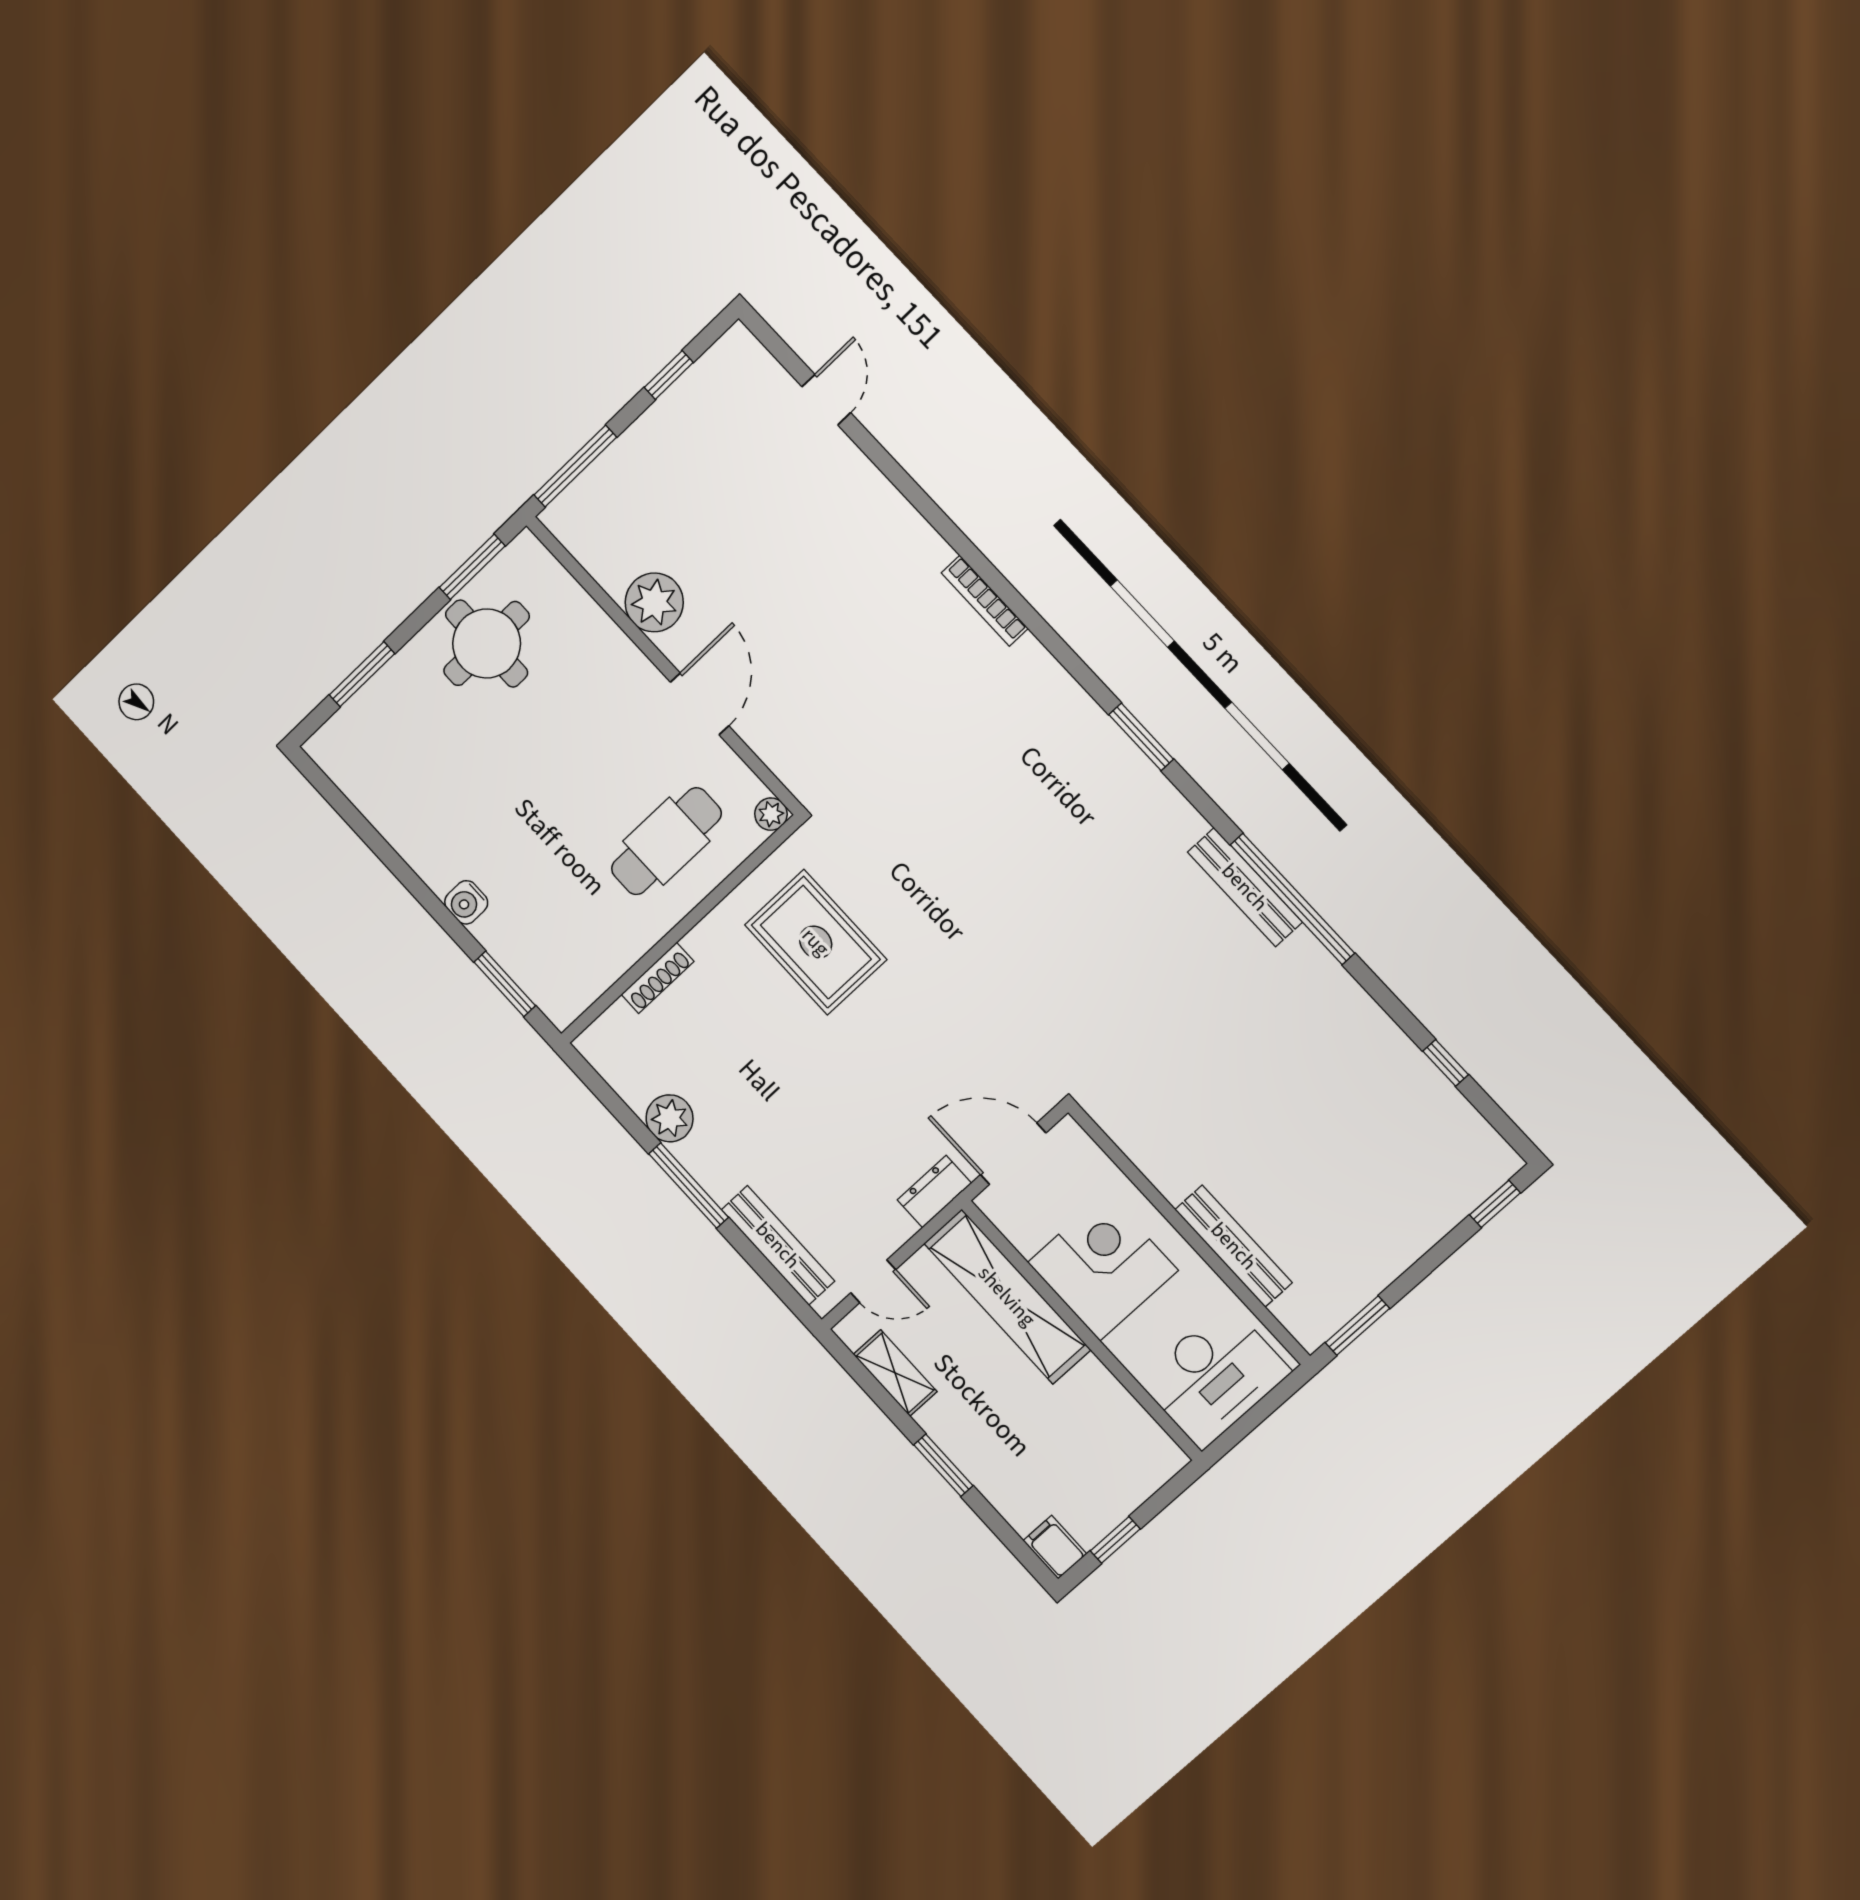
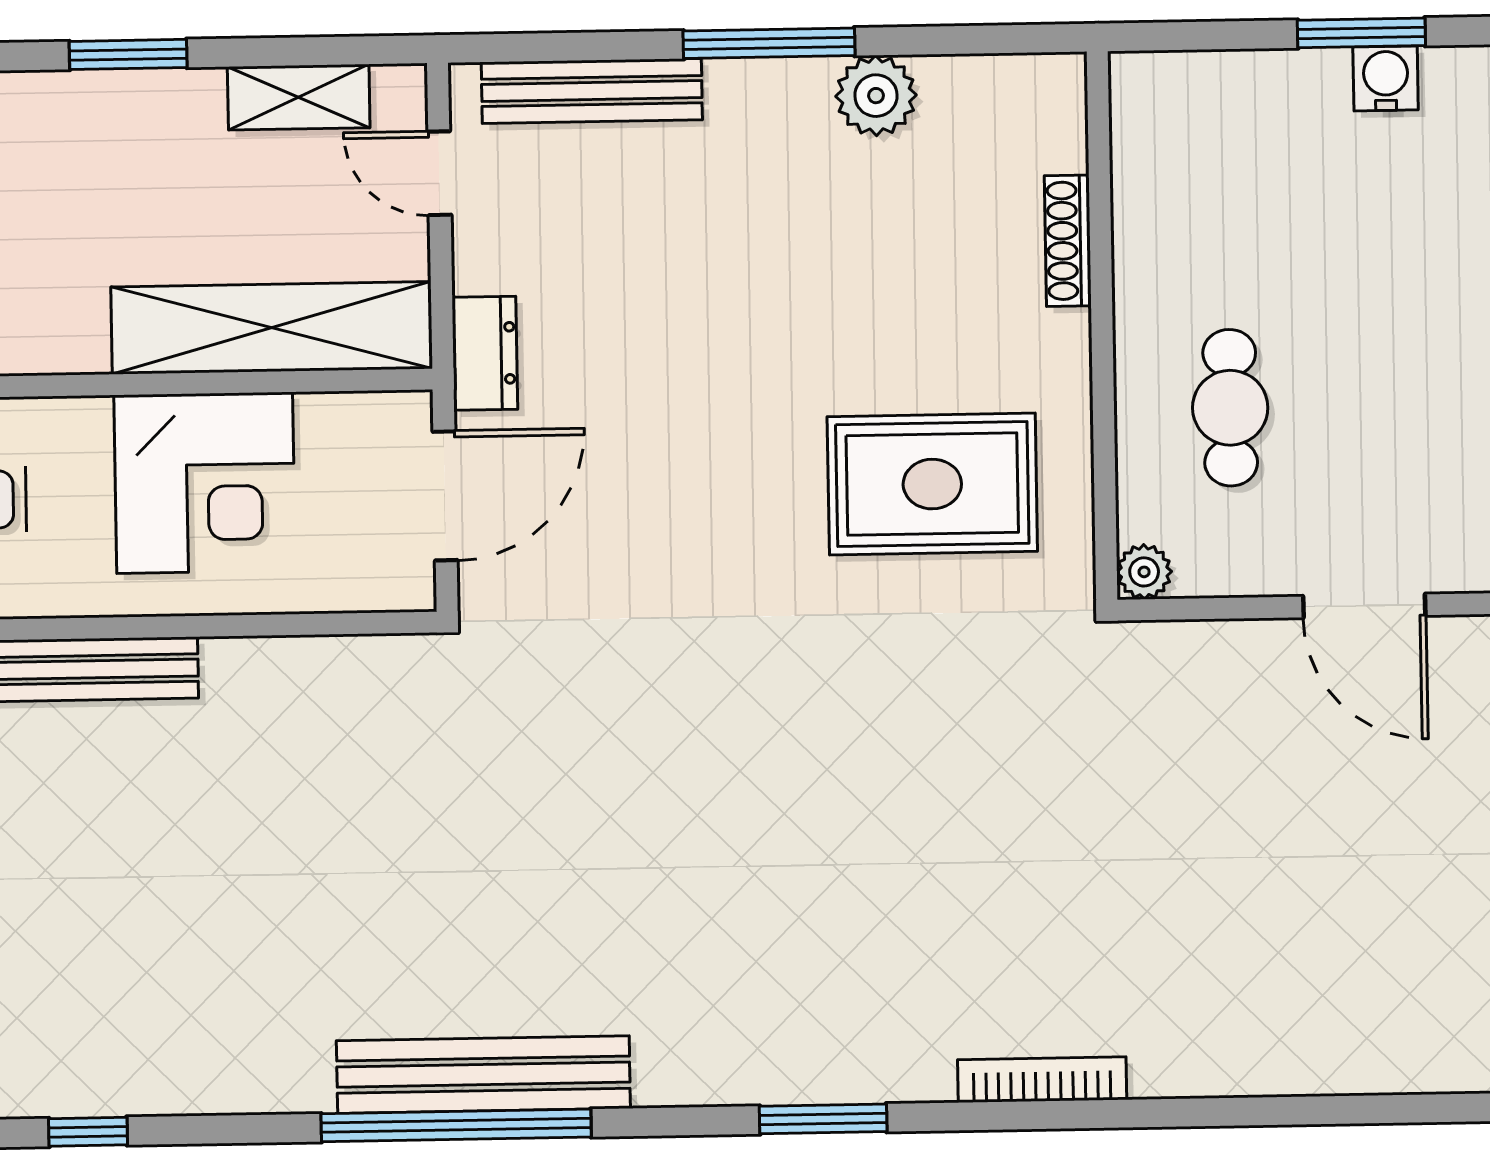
bookcase: (985, 601) -> (1042, 1080), moved
cafe table: (666, 841) -> (1230, 408), width x0.73, depth x0.74
bench: (1245, 887) -> (483, 1075), width x1.37, depth x1.21
window: (505, 984) -> (1361, 33), moved
door: (873, 1281) -> (439, 173), hinge flipped

